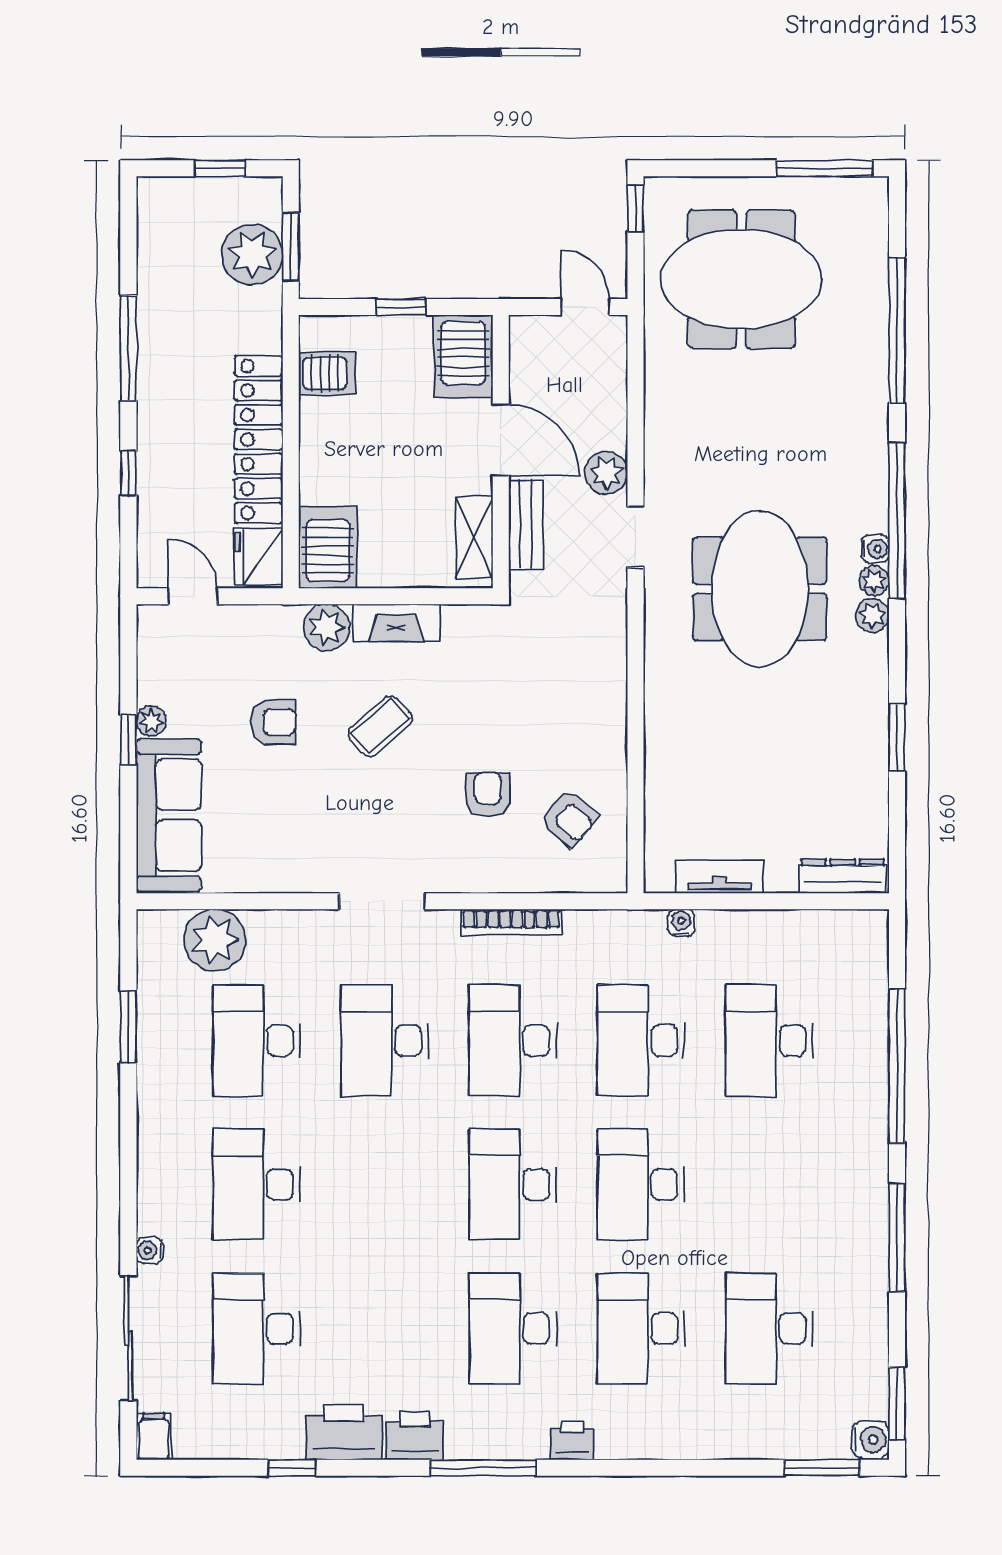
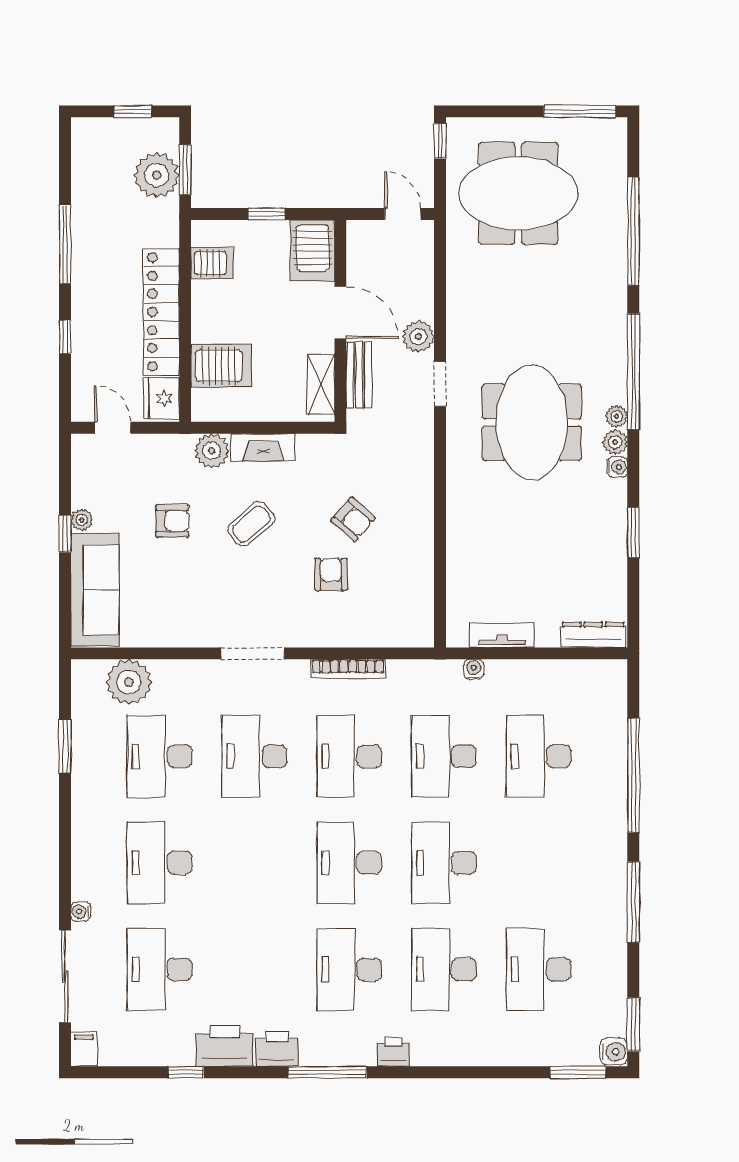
server rack: (328, 547) -> (221, 366), moved, turned 90
water cooler: (875, 549) -> (617, 467), moved
armchair: (569, 818) -> (353, 519), moved

